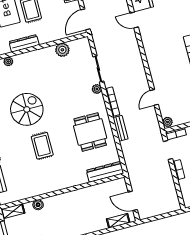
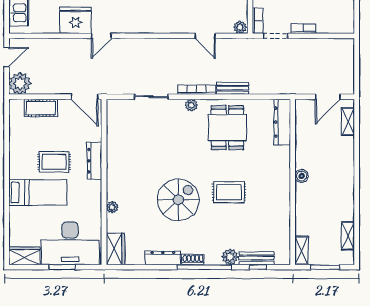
dresser: (24, 43) -> (94, 161), moved
plant: (62, 50) -> (115, 136), removed
plant: (97, 89) -> (191, 105), moved
spiral stairs: (27, 109) -> (178, 200), turned 90
dining table: (90, 132) -> (227, 128), turned 90
boiler: (38, 205) -> (302, 176), moved

